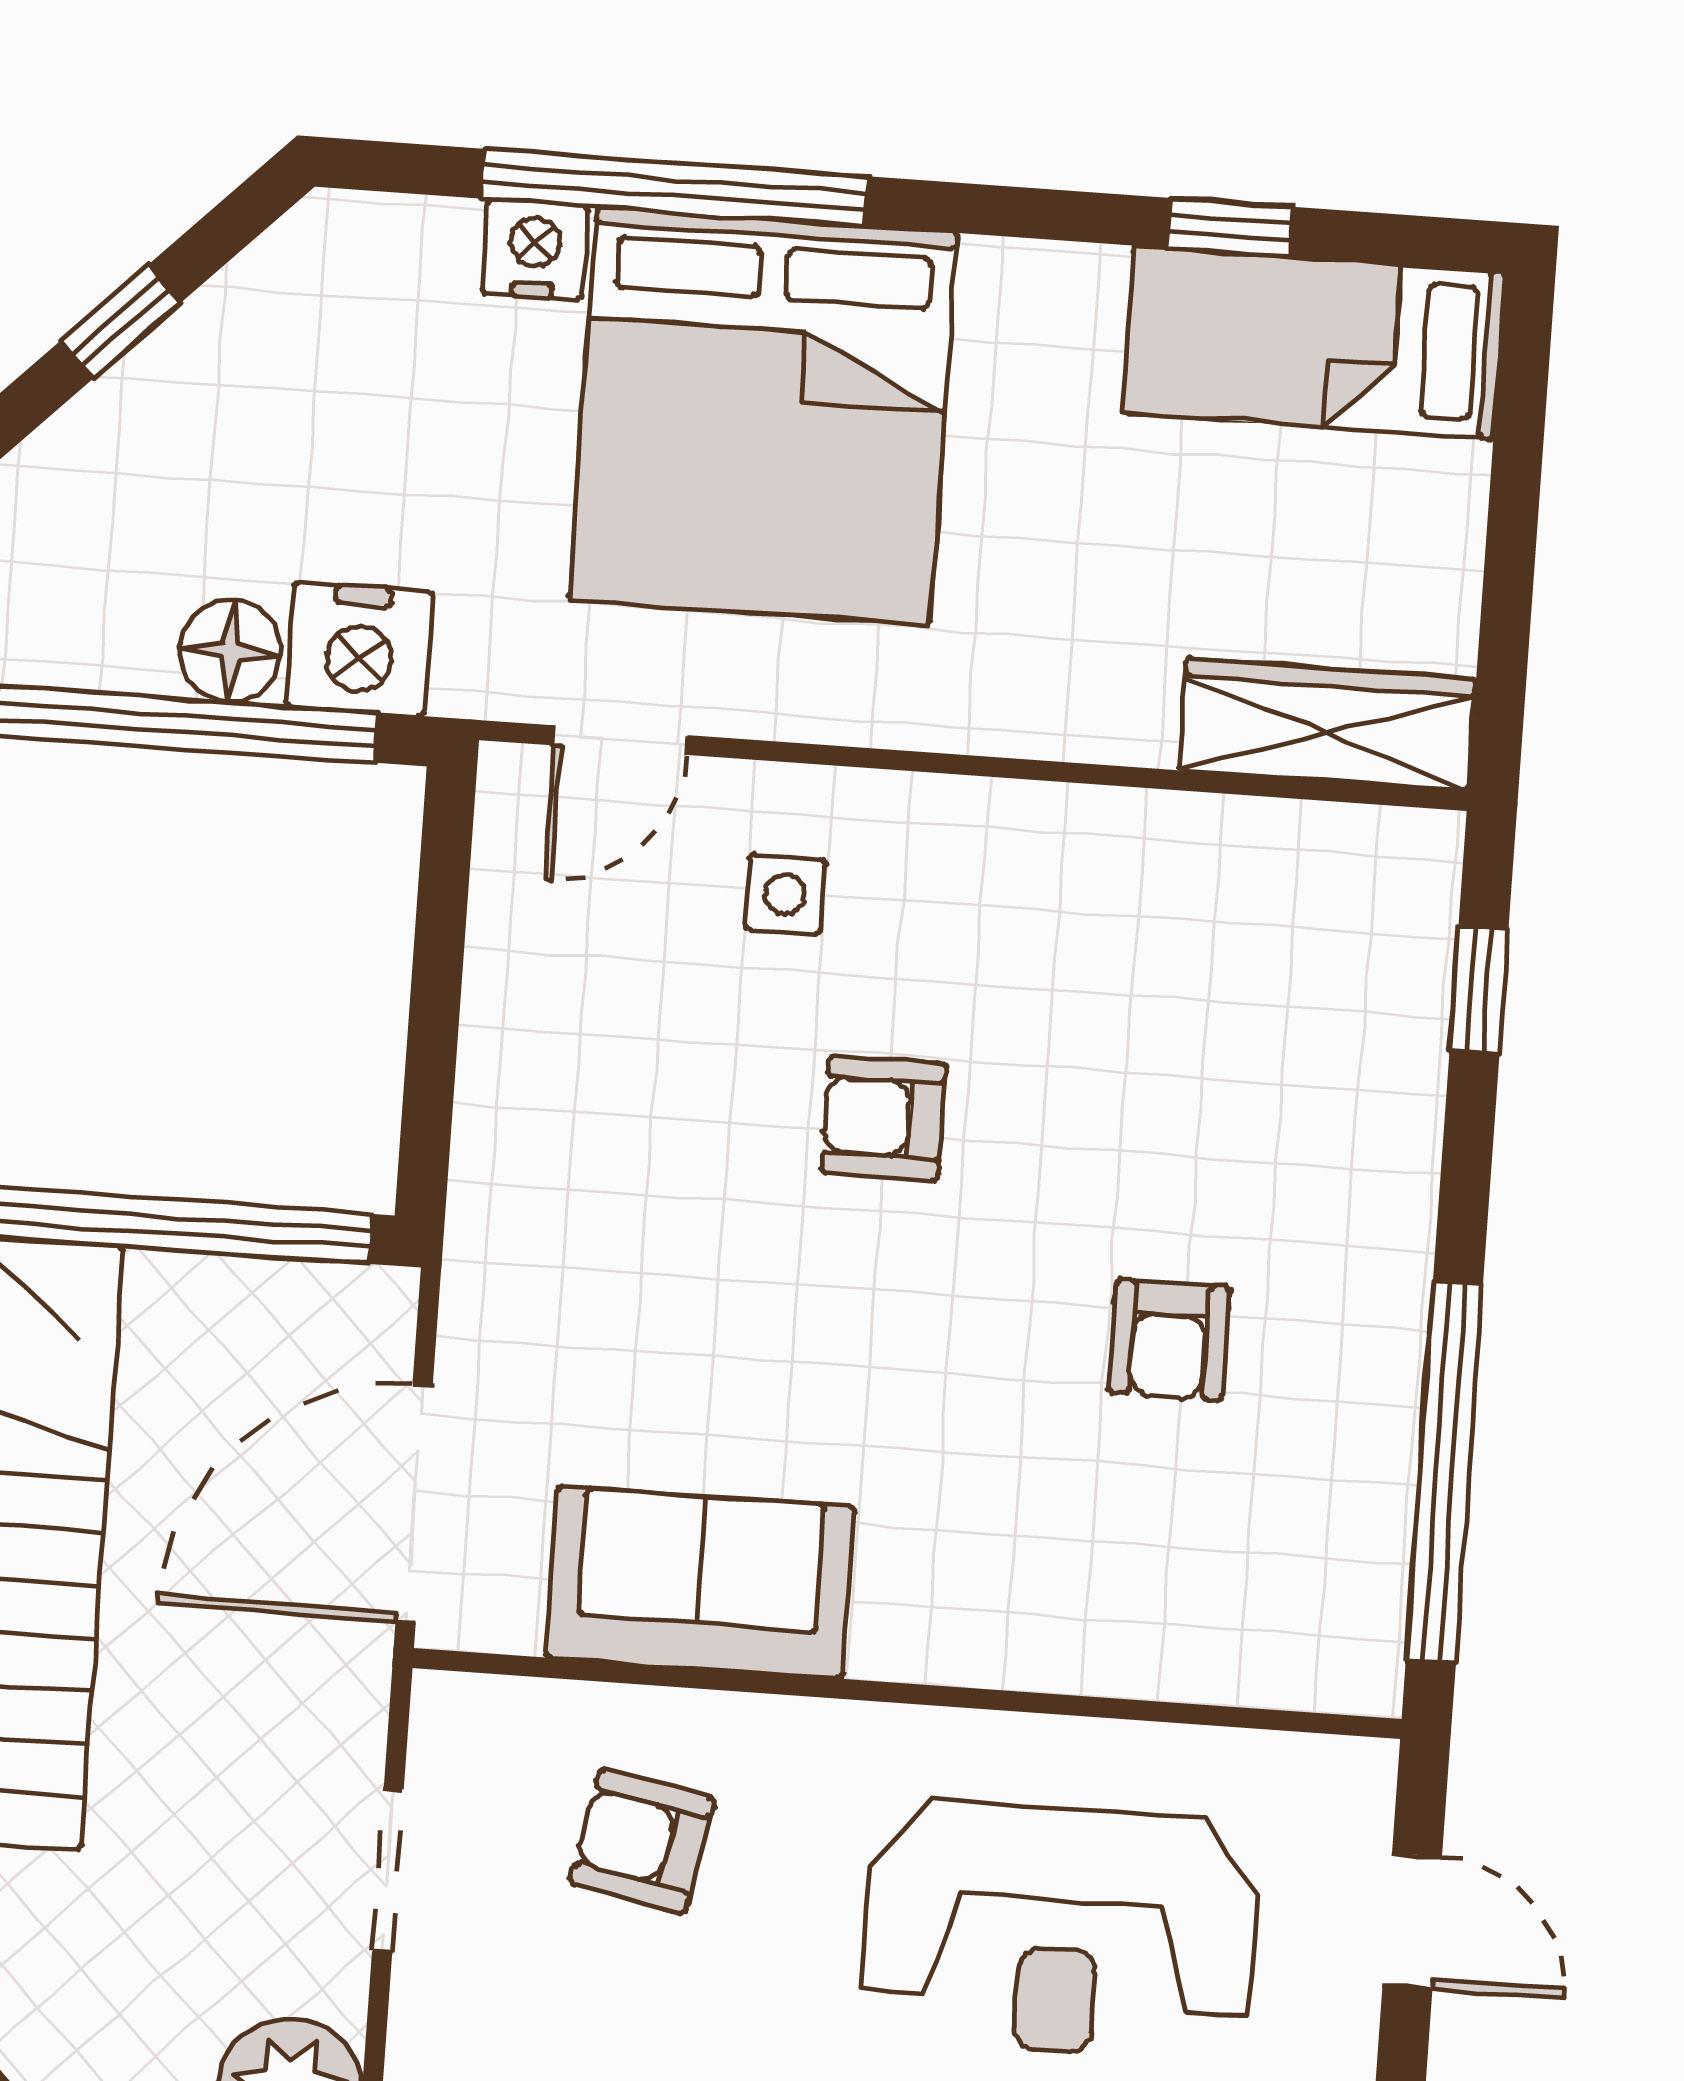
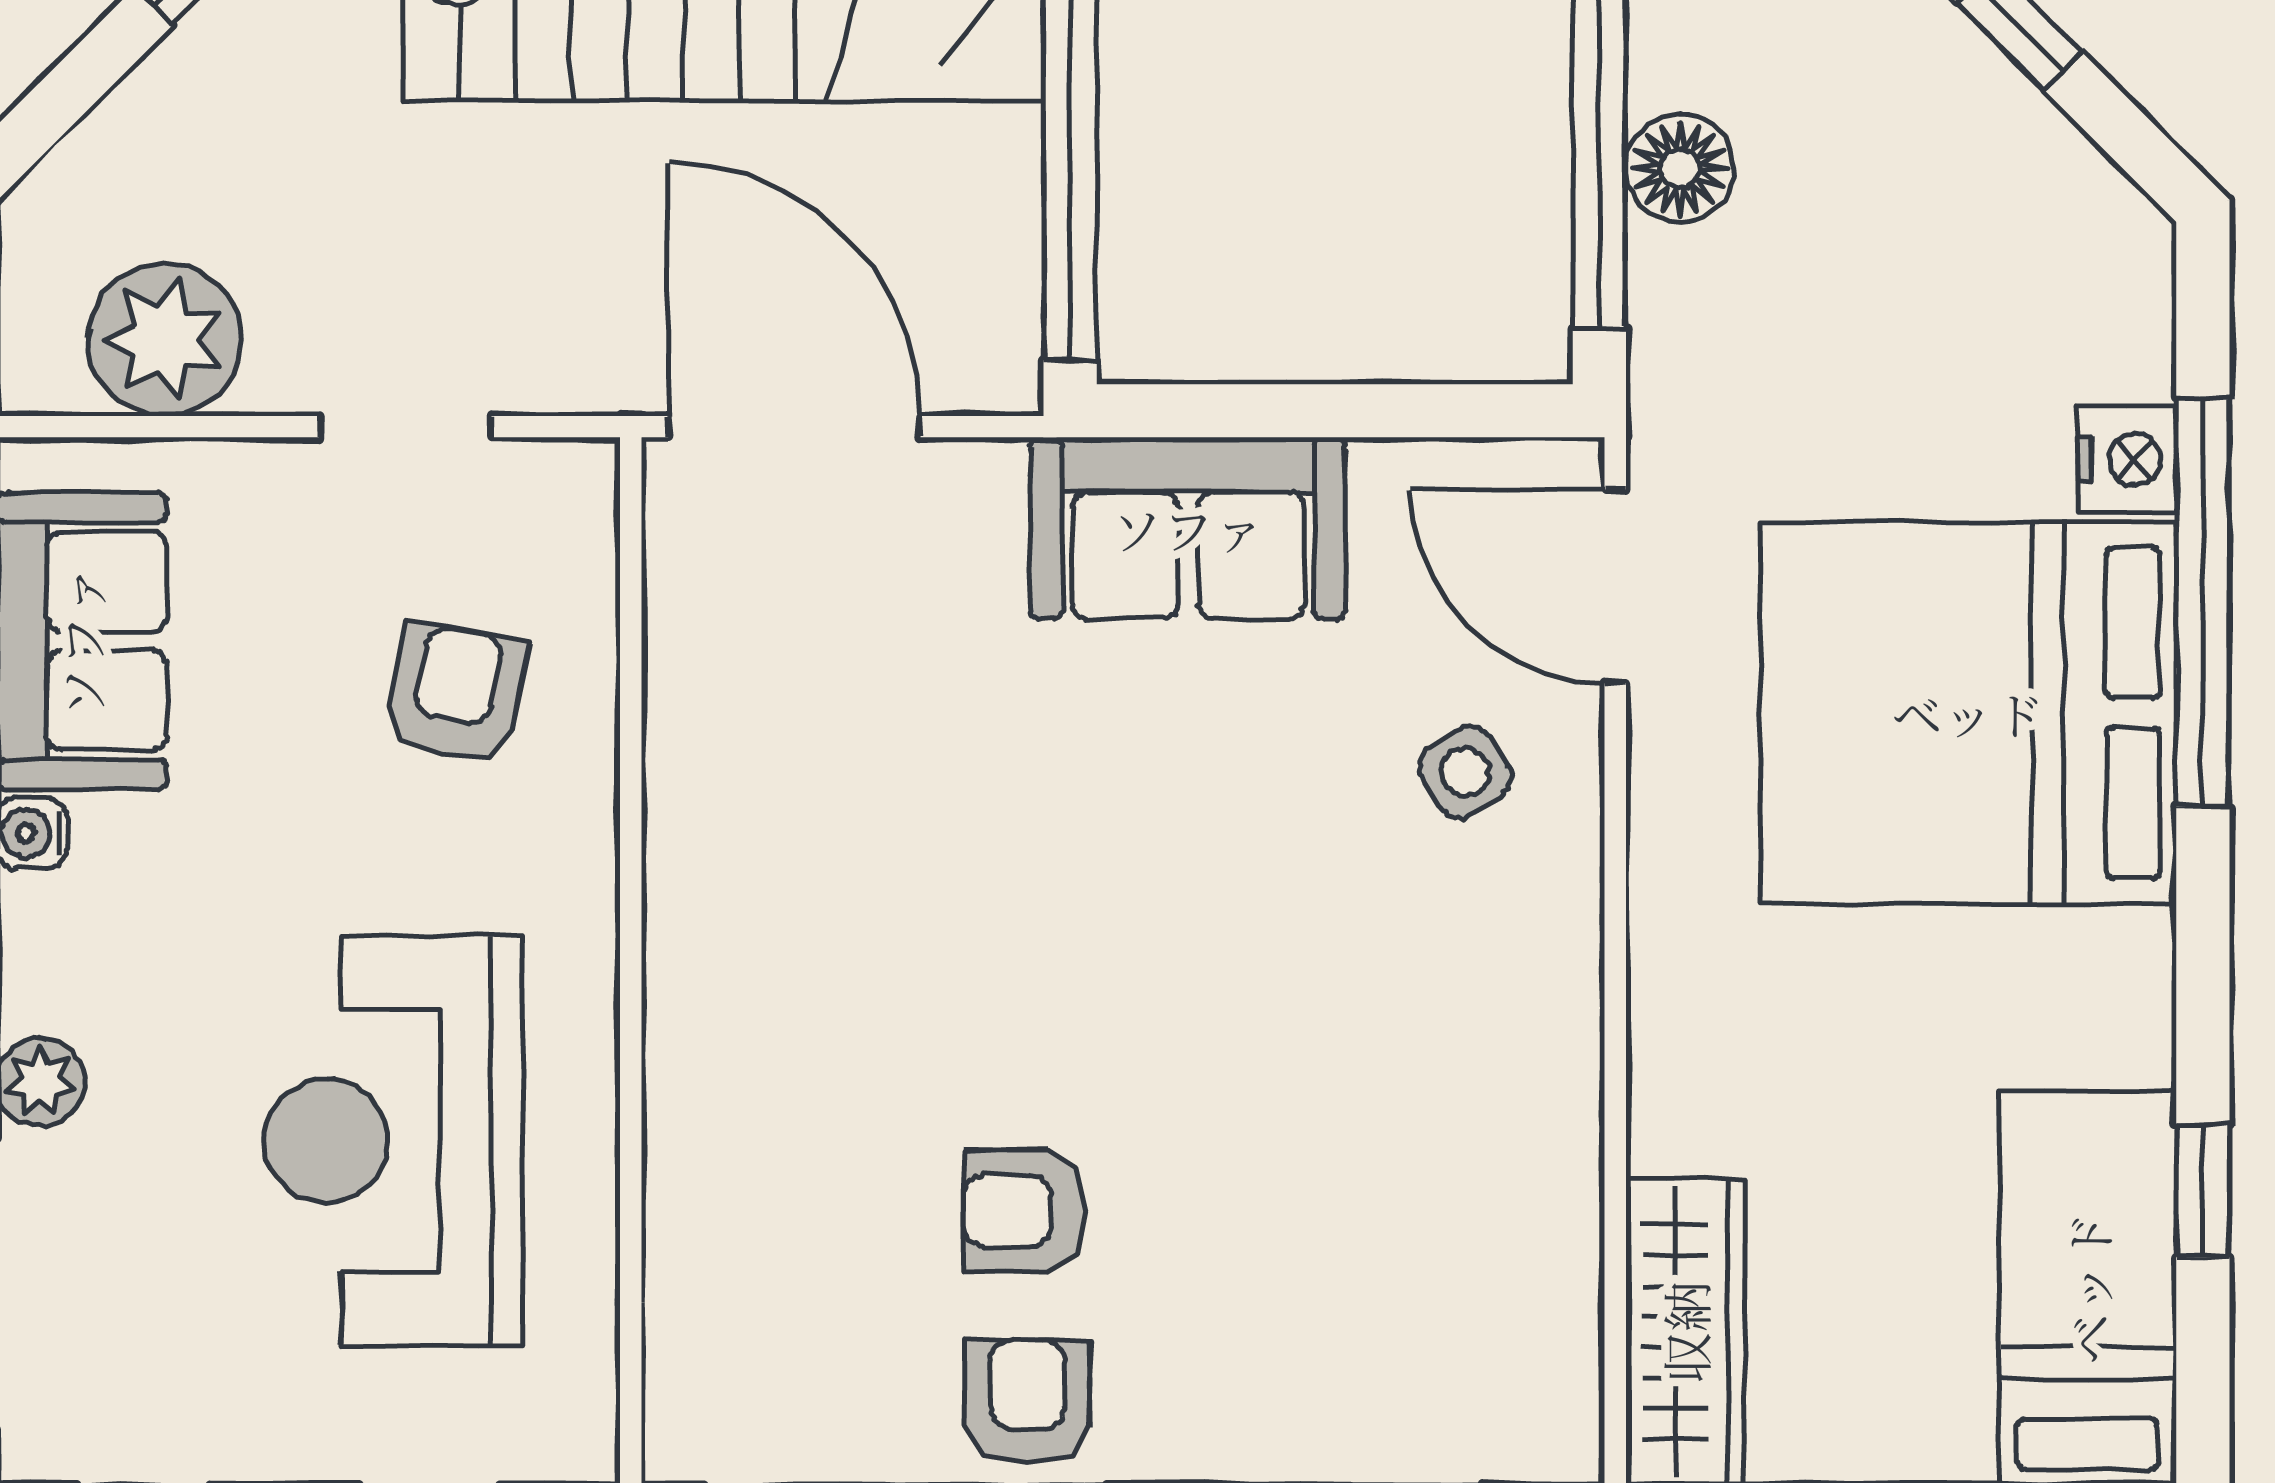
nightstand: (360, 649) -> (1692, 304), removed
door: (620, 740) -> (1615, 586), width x1.38
side table: (785, 894) -> (1465, 772), turned -33
armchair: (884, 1118) -> (1027, 1402), moved
sofa: (700, 1582) -> (1188, 528), moved, turned 90

